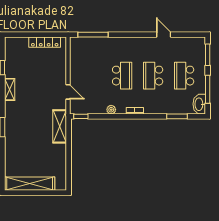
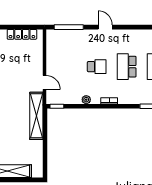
door: (164, 35) -> (105, 27), moved
school desk: (122, 76) -> (97, 67), width x0.54
shelving: (60, 126) -> (36, 116), width x1.47

